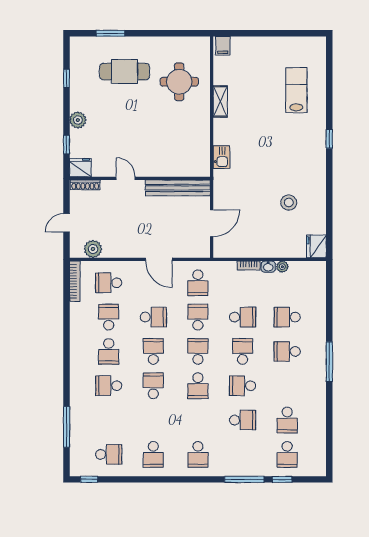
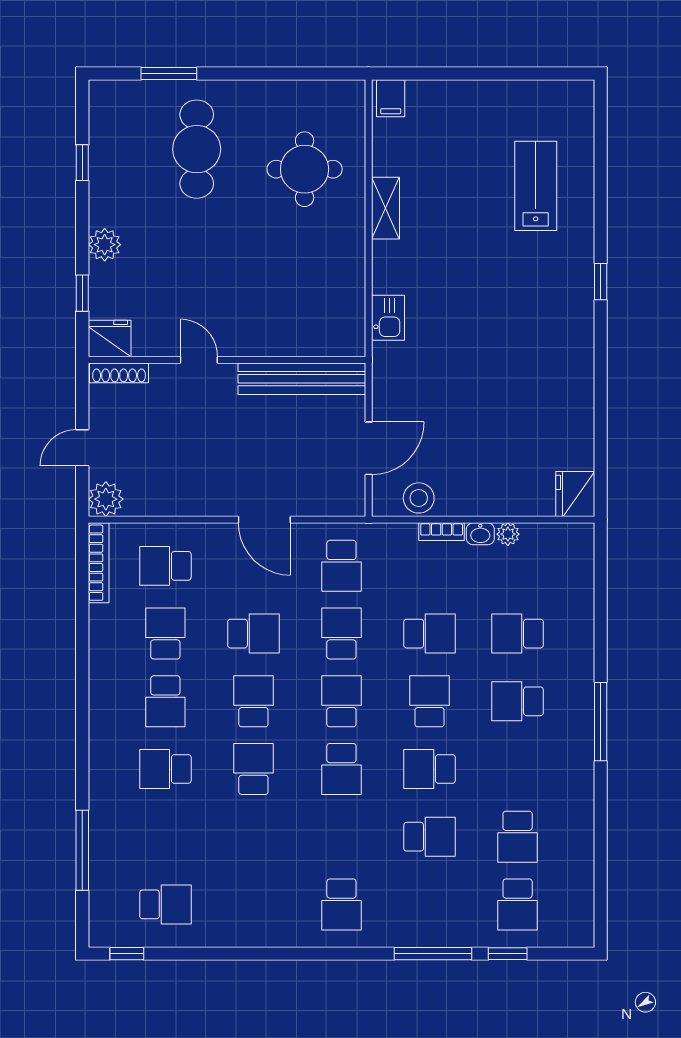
cafe table: (125, 72) -> (197, 149), turned 90
stool: (289, 202) -> (419, 498), moved
plant: (93, 249) -> (106, 499), moved
school desk: (153, 454) -> (253, 904), removed

